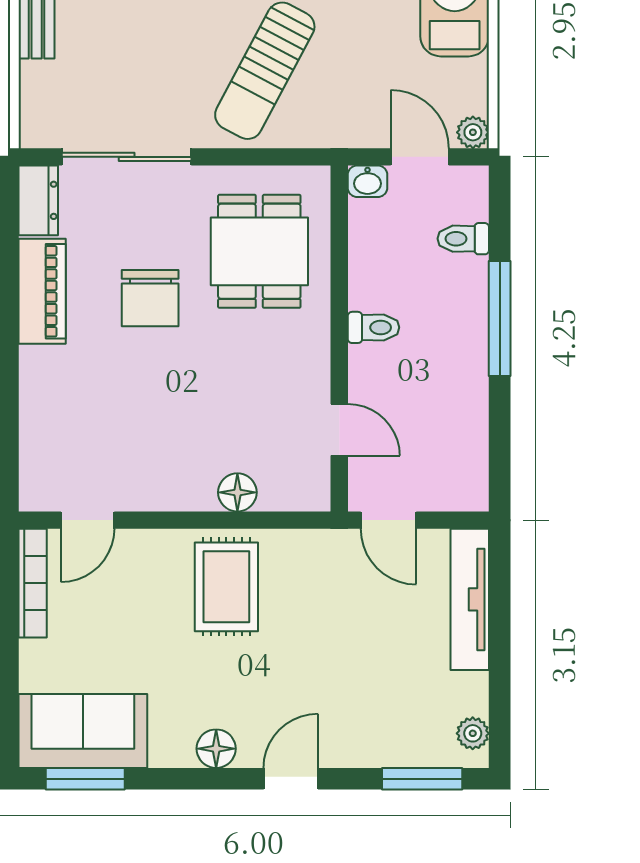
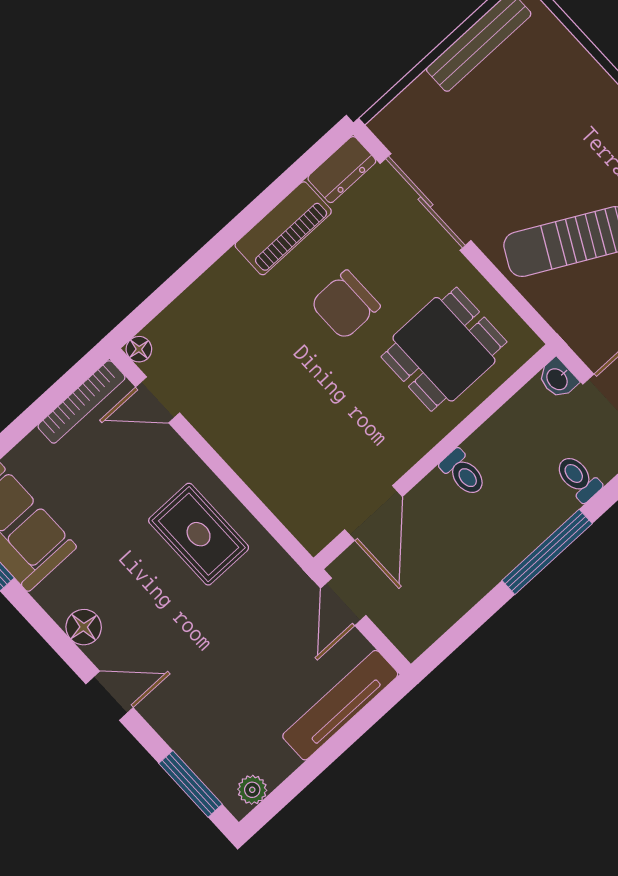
door: (339, 430) -> (374, 513), width x1.38
floor lamp: (237, 492) -> (139, 349), moved, width x0.73, depth x0.73
rug: (226, 587) -> (199, 534), turned 90

